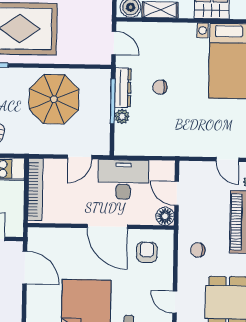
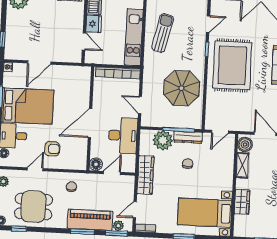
plant: (122, 117) -> (163, 140), width x1.88, depth x1.88
wardrobe: (178, 146) -> (146, 175), added
armchair: (147, 252) -> (52, 149), moved
door: (25, 268) -> (39, 62), moved

